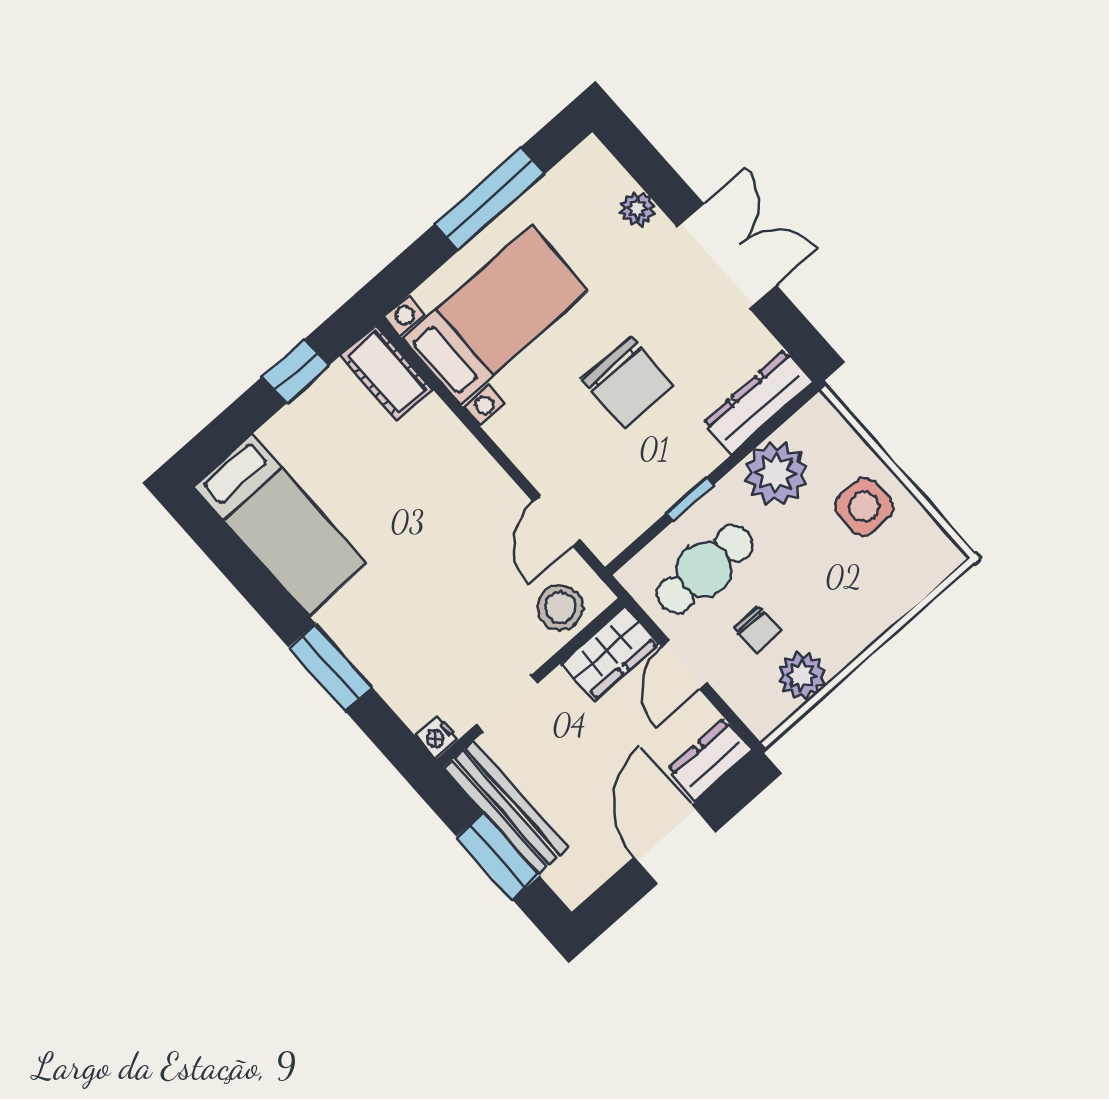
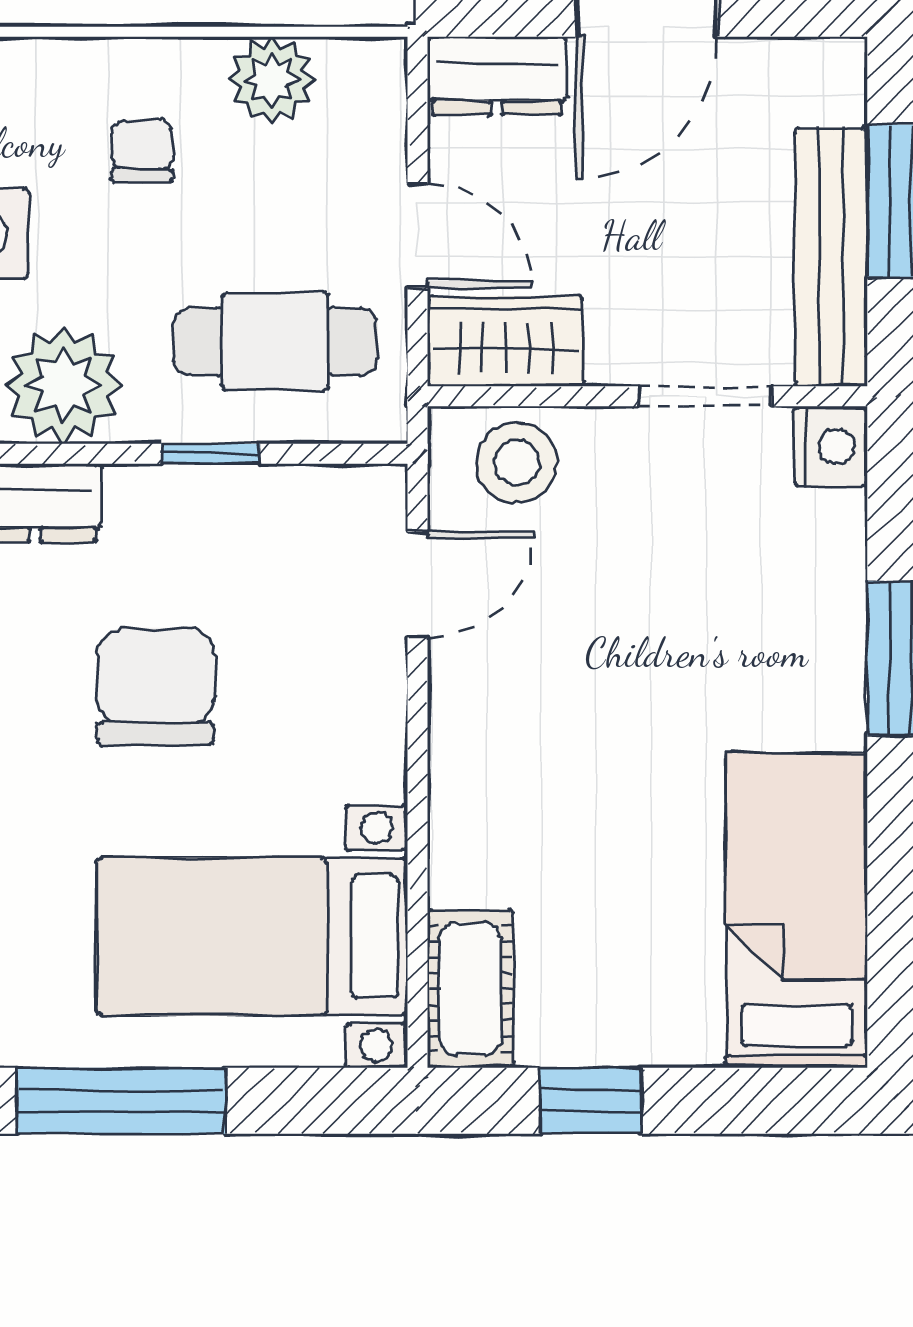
chair: (758, 630) -> (142, 151), moved
door: (685, 665) -> (417, 236), hinge flipped
nightstand: (437, 737) -> (830, 446), width x1.39, depth x1.35

